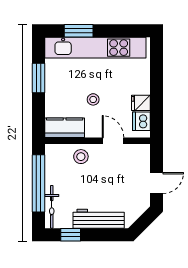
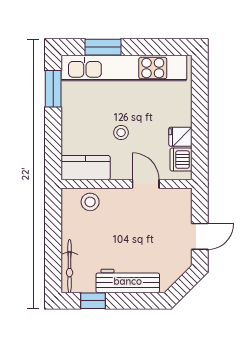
window: (39, 78) -> (53, 89), moved
stool: (81, 157) -> (90, 202), moved
window: (39, 183) -> (53, 237), removed

